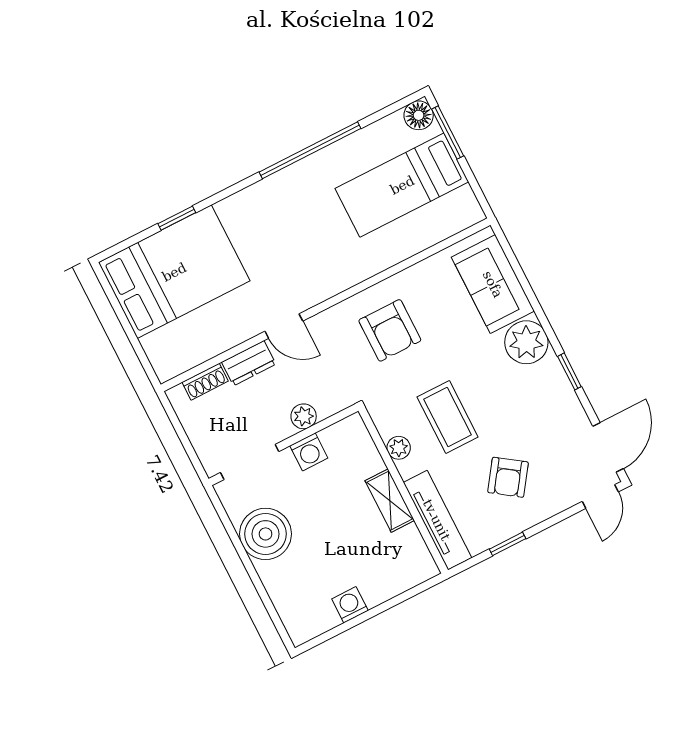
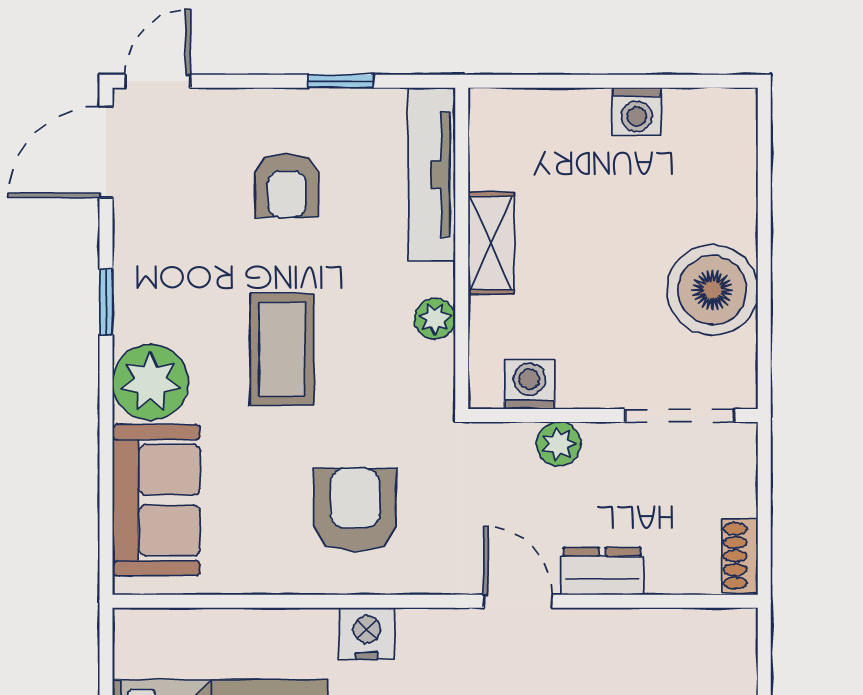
nightstand: (352, 271) -> (367, 634), added
shoe rack: (205, 382) -> (740, 556), moved, turned -90
coffee table: (448, 417) -> (282, 349), moved
washing machine: (309, 452) -> (529, 384), moved
armchair: (508, 477) -> (287, 185), turned 145

